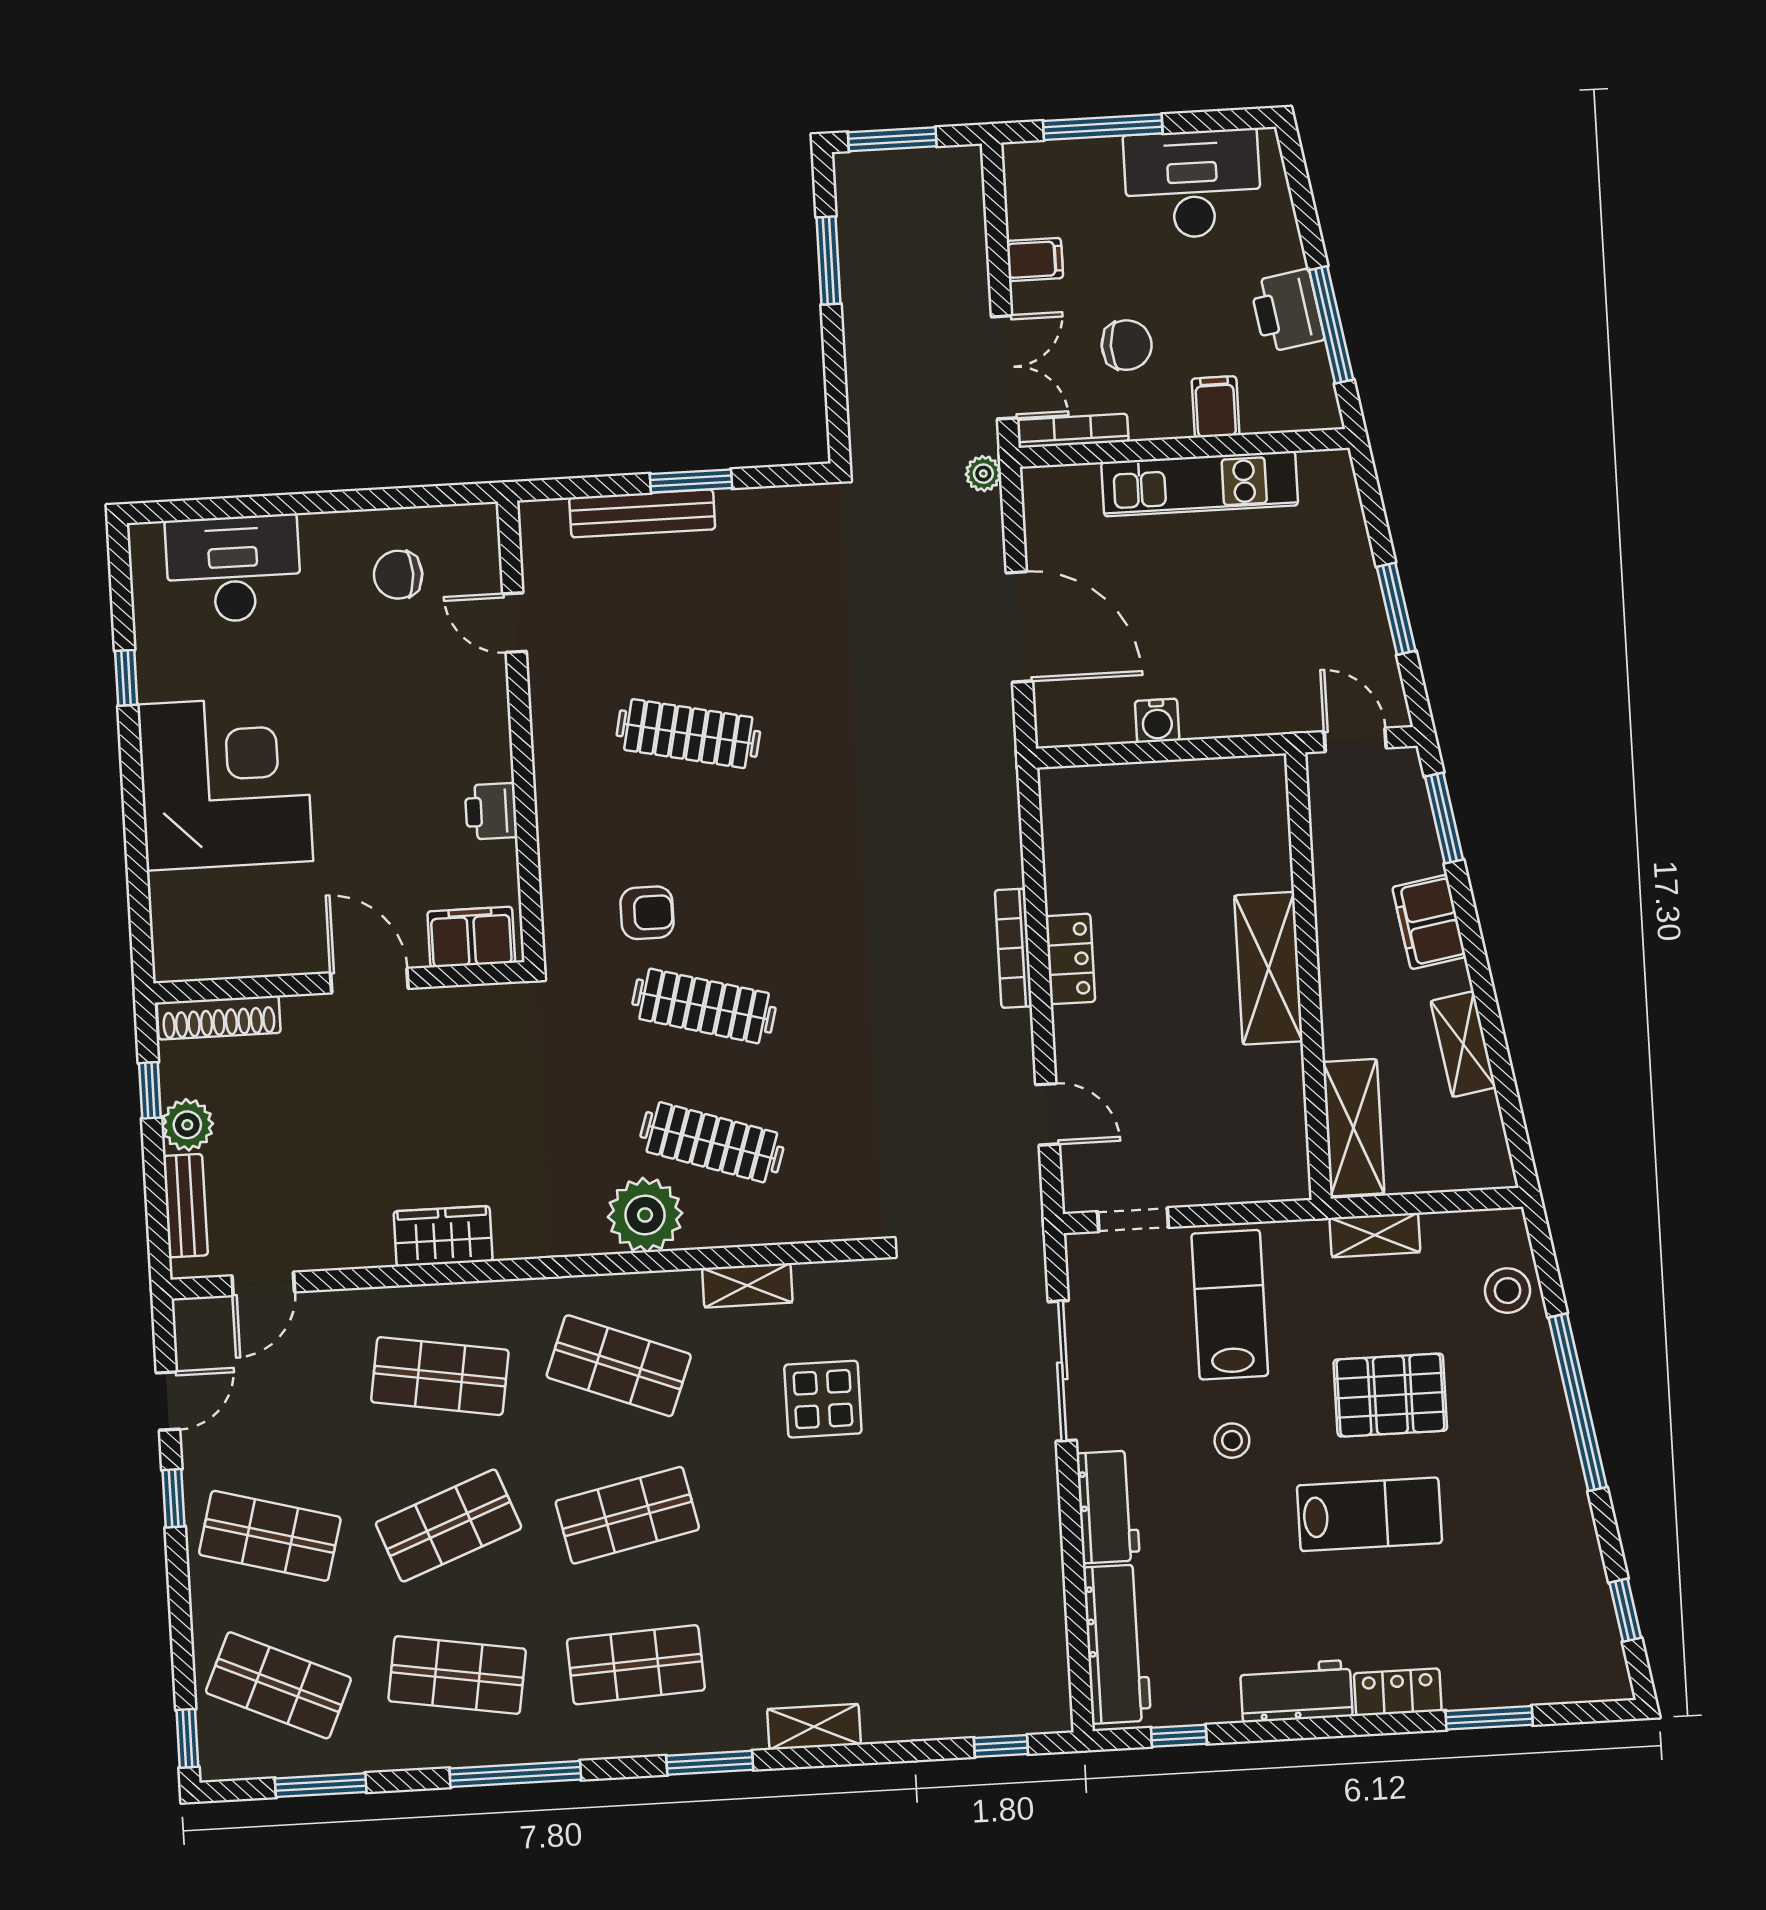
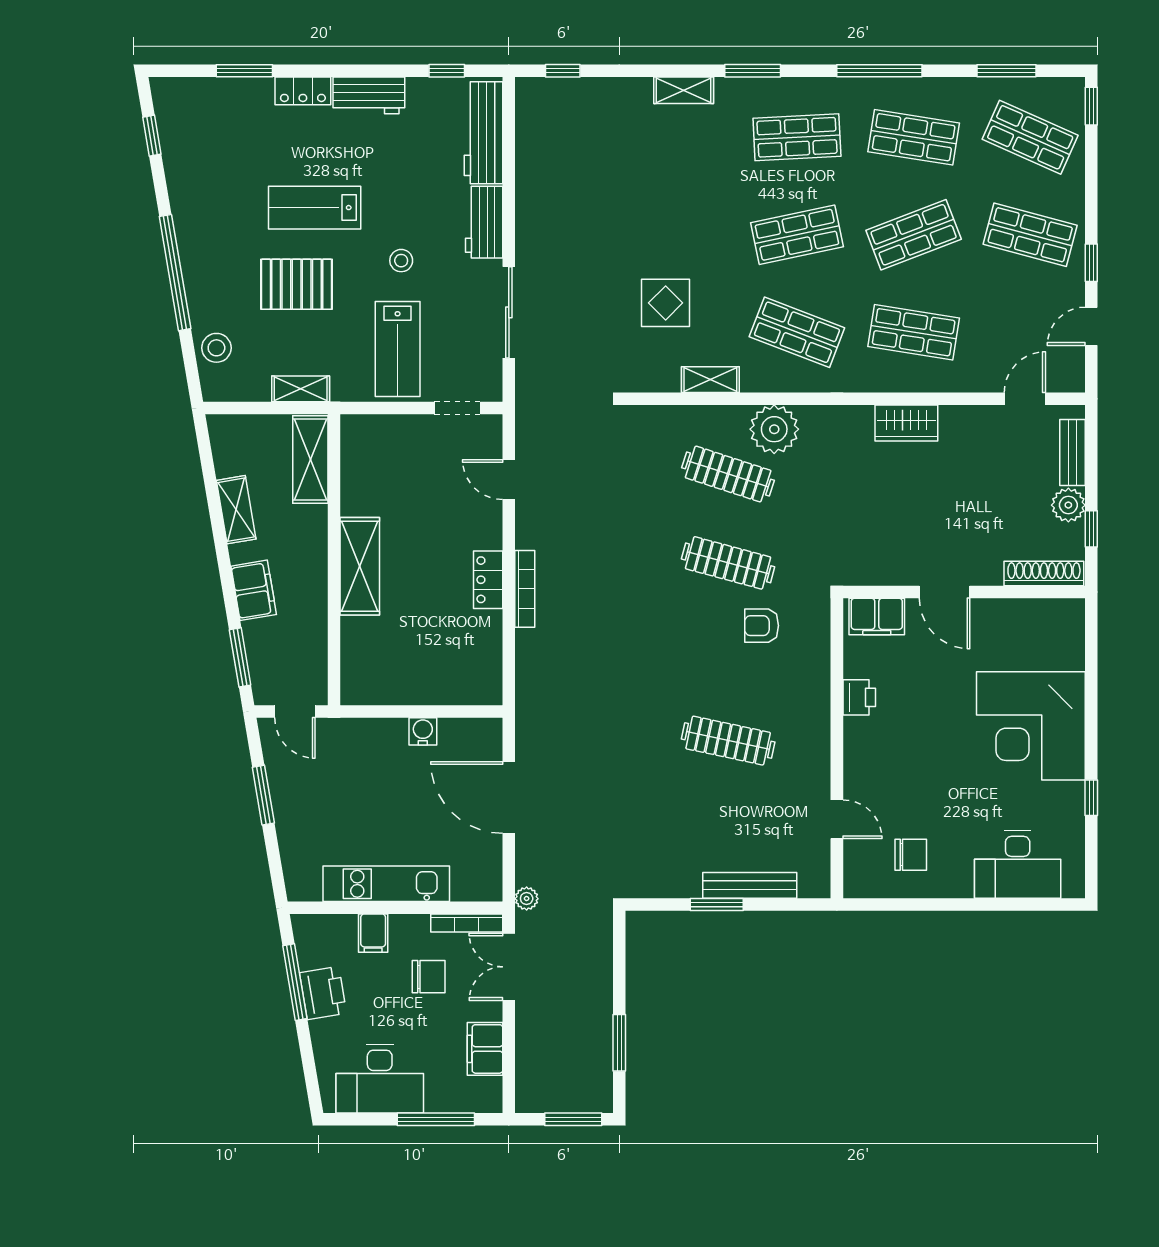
filing cabinet: (1035, 260) -> (485, 1049), width x2.00
chair: (1127, 345) -> (429, 977), turned 180

